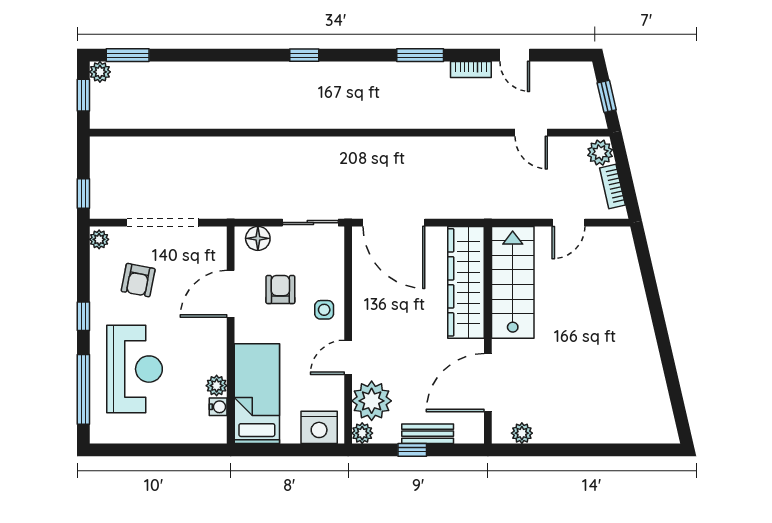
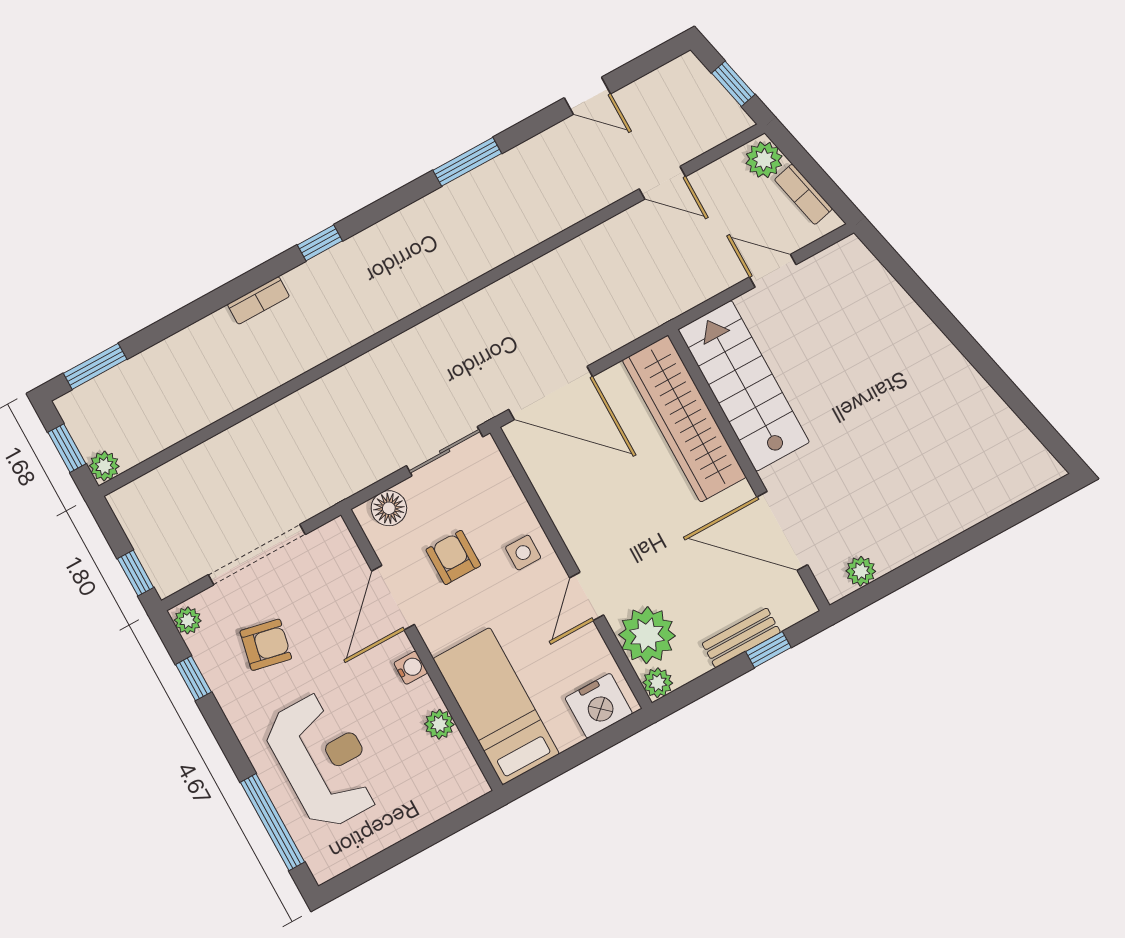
bookcase: (471, 70) -> (258, 300), moved
plant: (100, 72) -> (104, 466), moved
door: (569, 223) -> (773, 271), swing flipped
armchair: (138, 280) -> (266, 645), turned -89
window: (83, 316) -> (193, 678), moved
door: (488, 383) -> (782, 531), hinge flipped
water cooler: (218, 407) -> (411, 668), moved
window: (412, 450) -> (768, 650), moved

